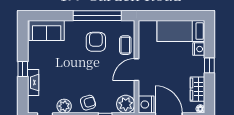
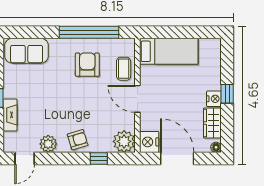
bed: (181, 31) -> (169, 51), moved, turned 180
nightstand: (199, 49) -> (214, 99), moved
door: (136, 70) -> (137, 99), hinge flipped

